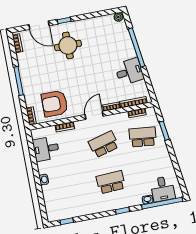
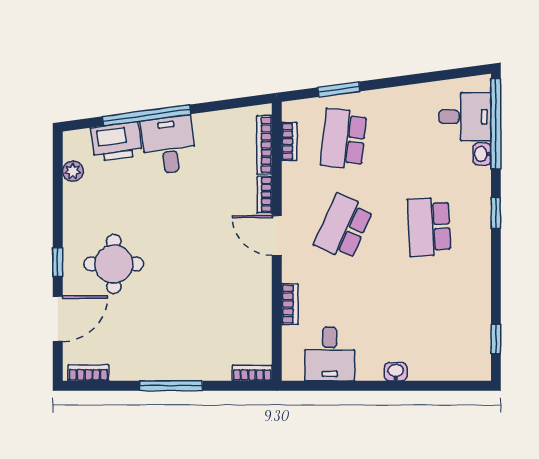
plant: (118, 17) -> (73, 171), moved
printer: (122, 36) -> (116, 142), added
desk: (129, 72) -> (169, 145), moved
armchair: (55, 104) -> (235, 317), removed
school desk: (104, 144) -> (344, 227), turned 39

